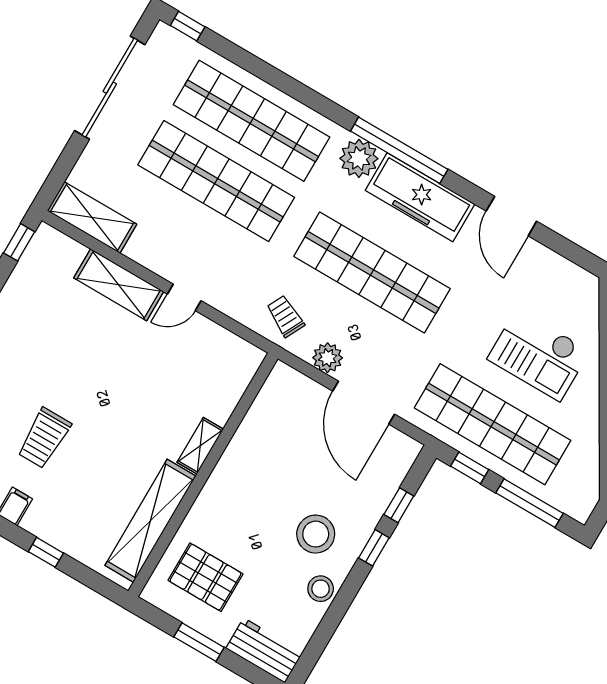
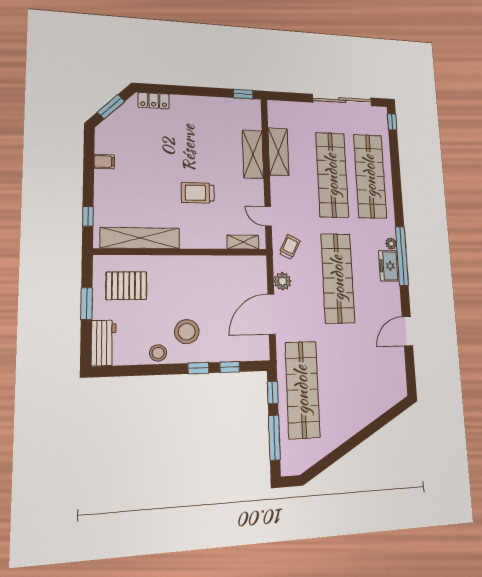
plant: (359, 158) -> (391, 244), width x0.53, depth x0.53
freezer: (420, 197) -> (389, 266), width x0.52, depth x0.79
shelving: (92, 217) -> (278, 152), moved
door: (184, 297) -> (268, 216), moved
checkout: (539, 355) -> (352, 390), removed
trolley: (44, 438) -> (198, 193), moved
shelving: (200, 446) -> (243, 242), moved
window: (46, 552) -> (88, 216), moved
pallet: (205, 577) -> (126, 286), turned 90

